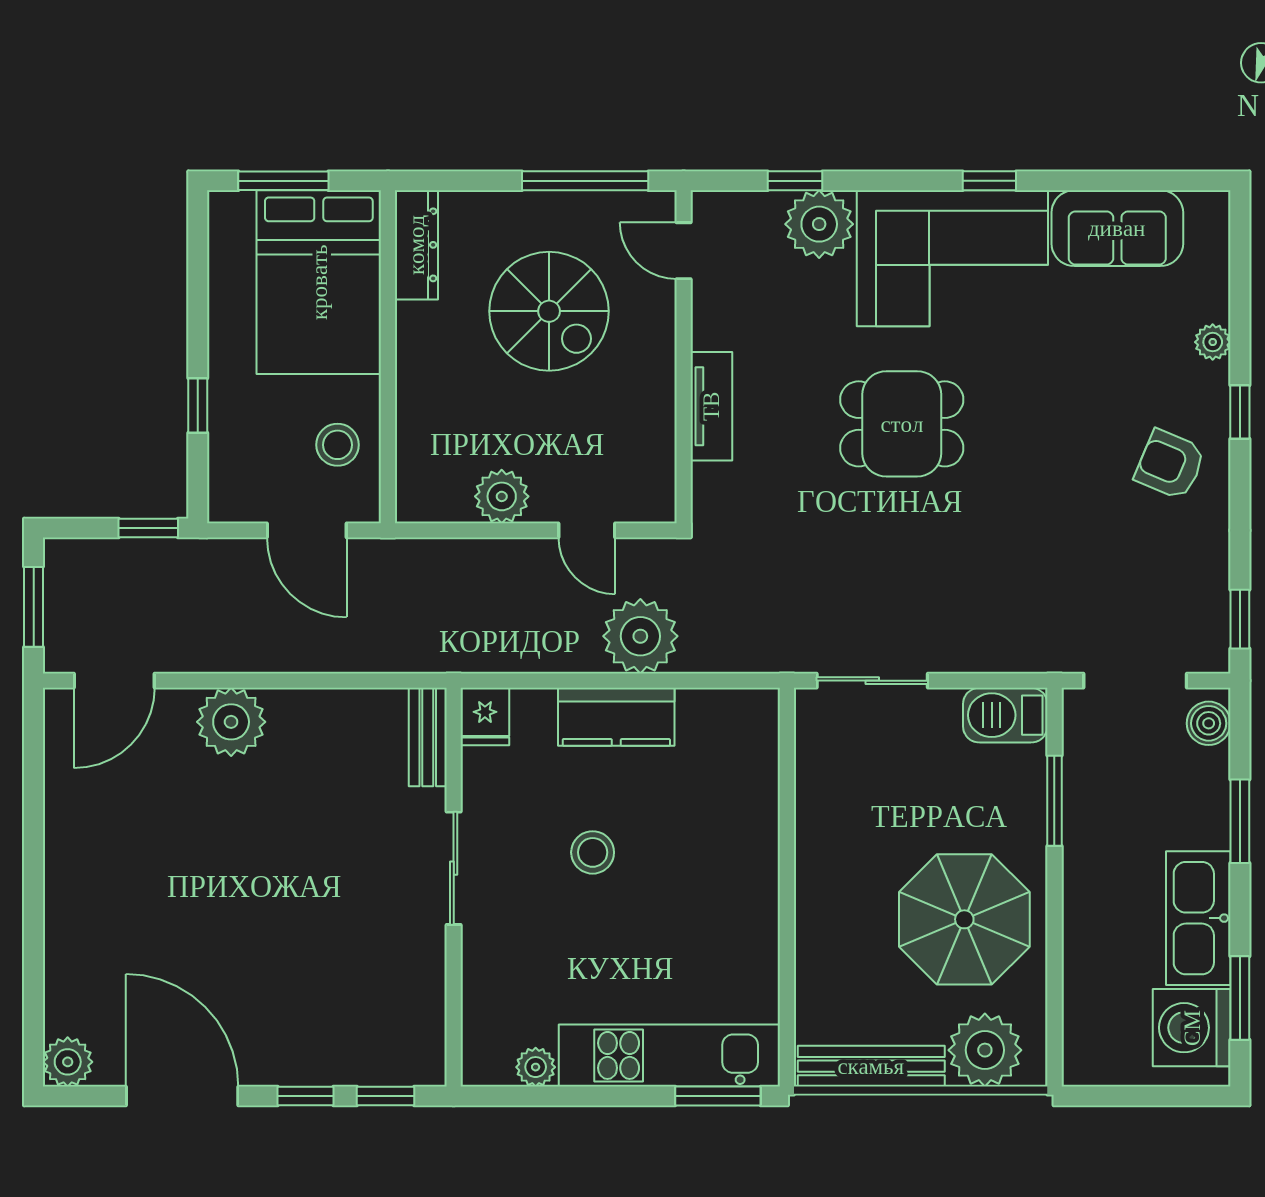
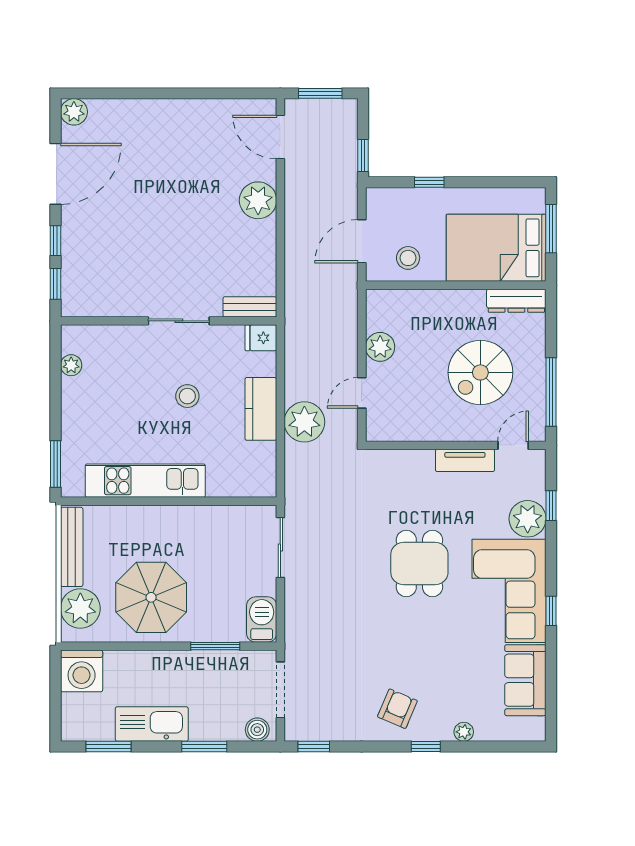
tv unit: (711, 406) -> (465, 460), moved
washing machine: (1192, 1028) -> (82, 671), moved, turned 180
kitchen unit: (669, 1055) -> (145, 481), moved, turned -90

